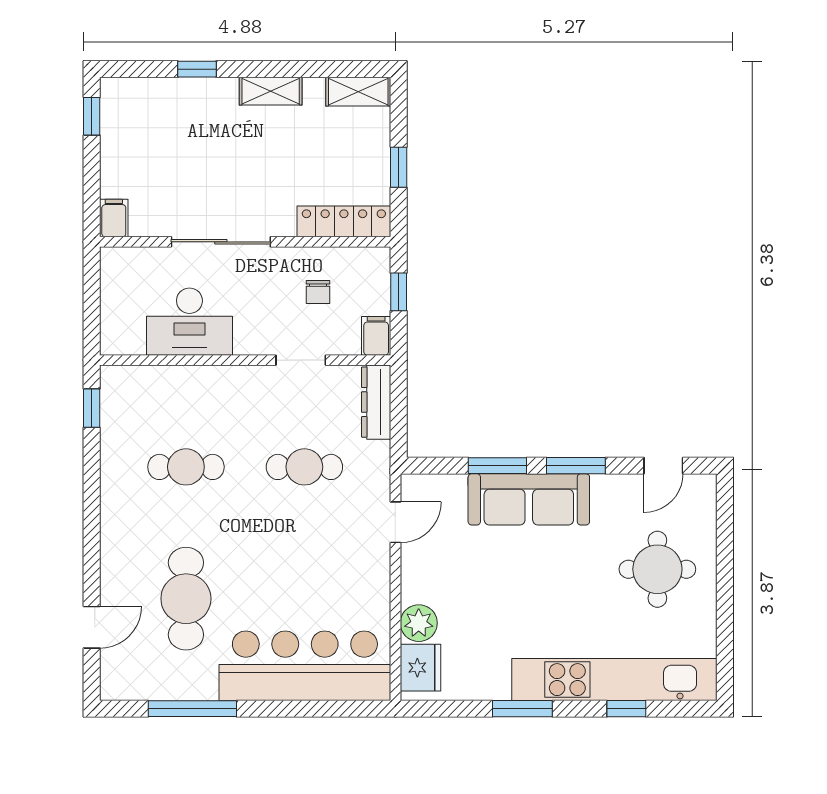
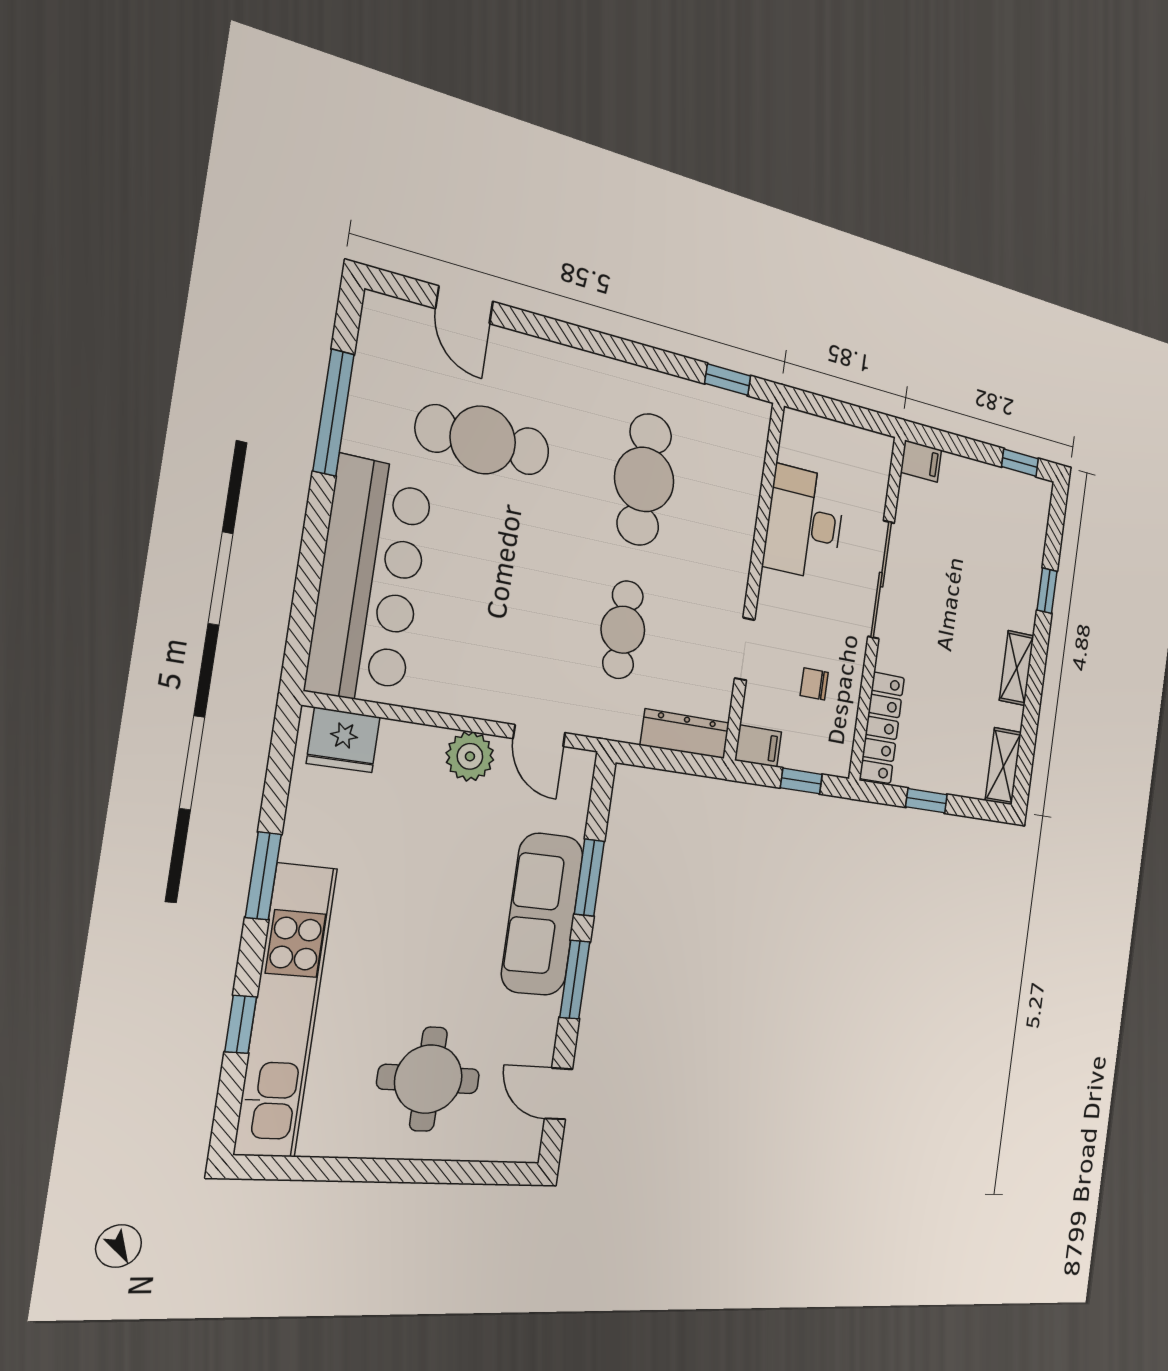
cafe table: (186, 467) -> (644, 479), width x1.37, depth x1.35
plant: (419, 623) -> (470, 756), moved

